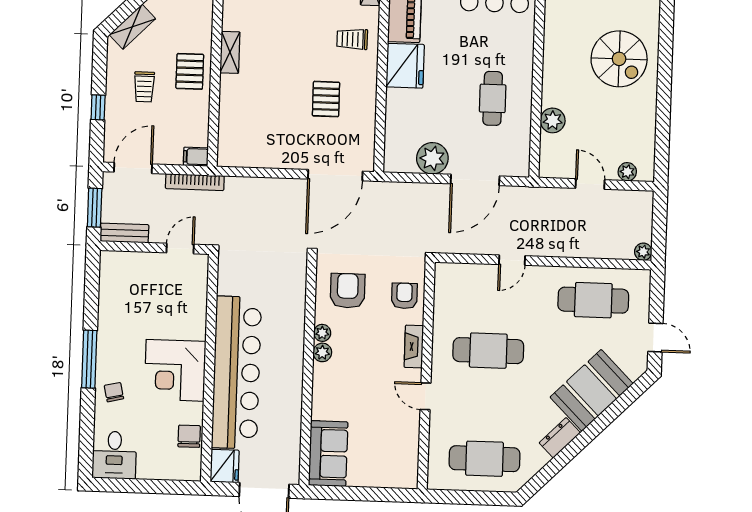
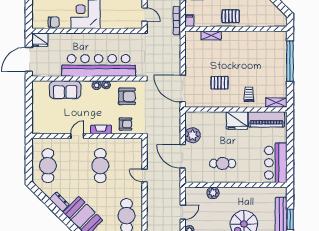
shelving: (230, 52) -> (211, 35), moved
bar counter: (236, 372) -> (99, 65), moved, turned 180
sofa: (328, 454) -> (65, 90), moved

